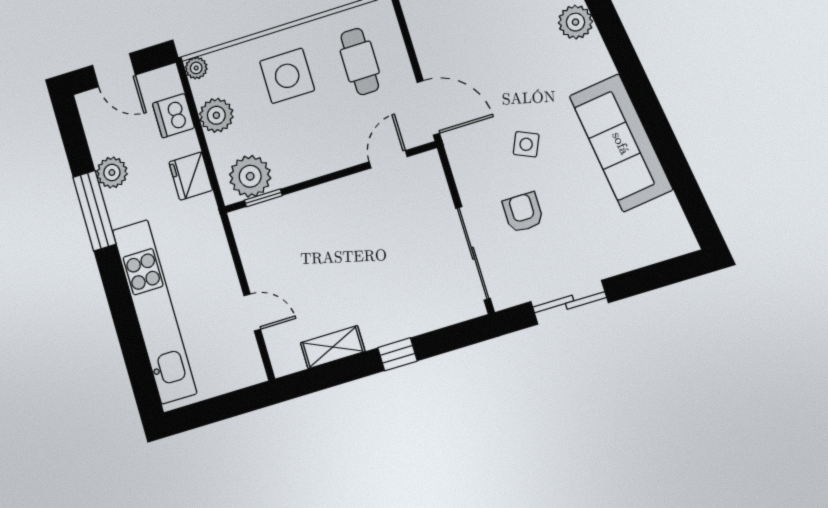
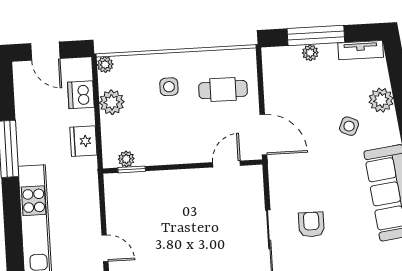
cafe table: (360, 61) -> (223, 90), turned 90
side table: (287, 76) -> (169, 87), width x0.54, depth x0.54
side table: (526, 144) -> (349, 126), moved
plant: (112, 173) -> (27, 125), removed
plant: (250, 176) -> (126, 159), width x0.53, depth x0.53

